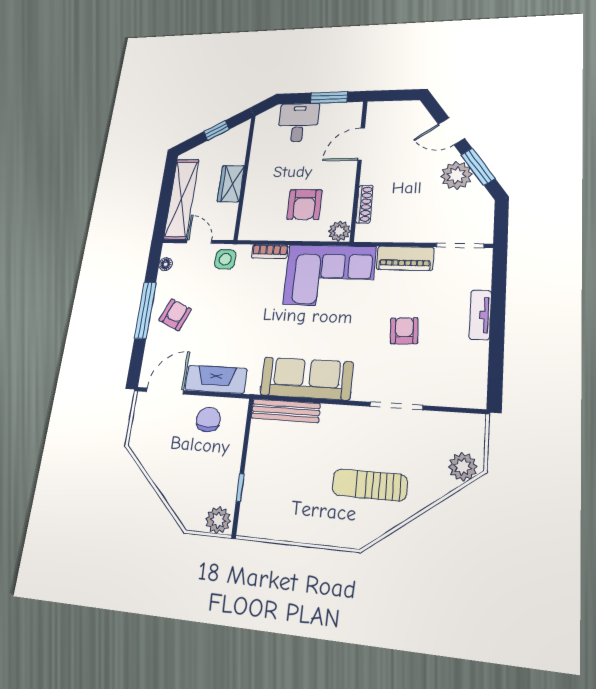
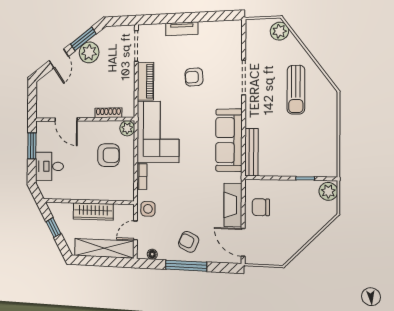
wardrobe: (231, 184) -> (93, 212), width x1.50

